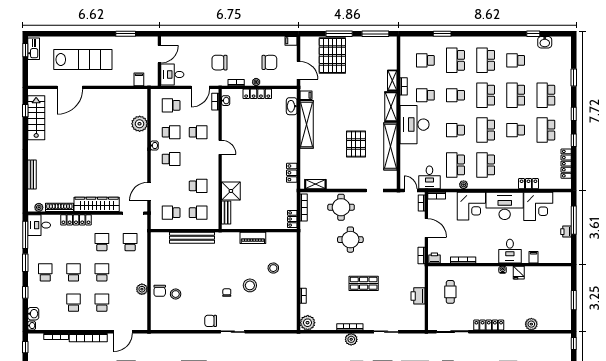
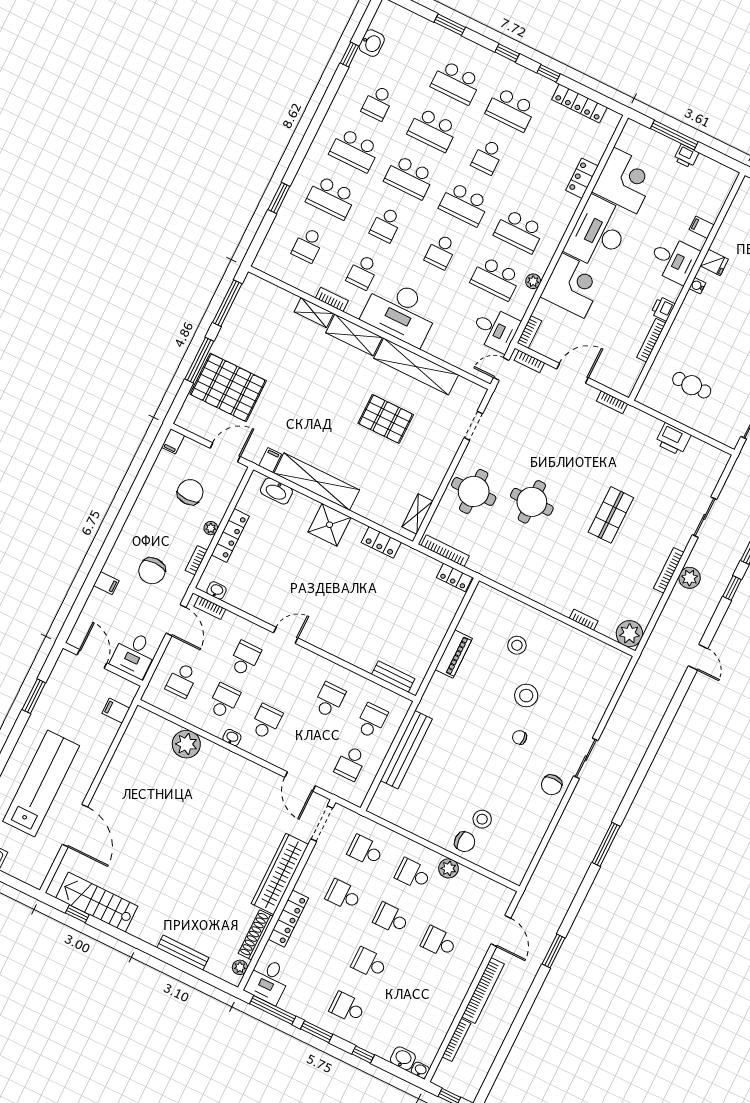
filing cabinet: (202, 42) -> (106, 583), added
shower: (231, 191) -> (330, 525), moved
printer: (434, 258) -> (663, 309), moved
school desk: (74, 303) -> (413, 874), moved

